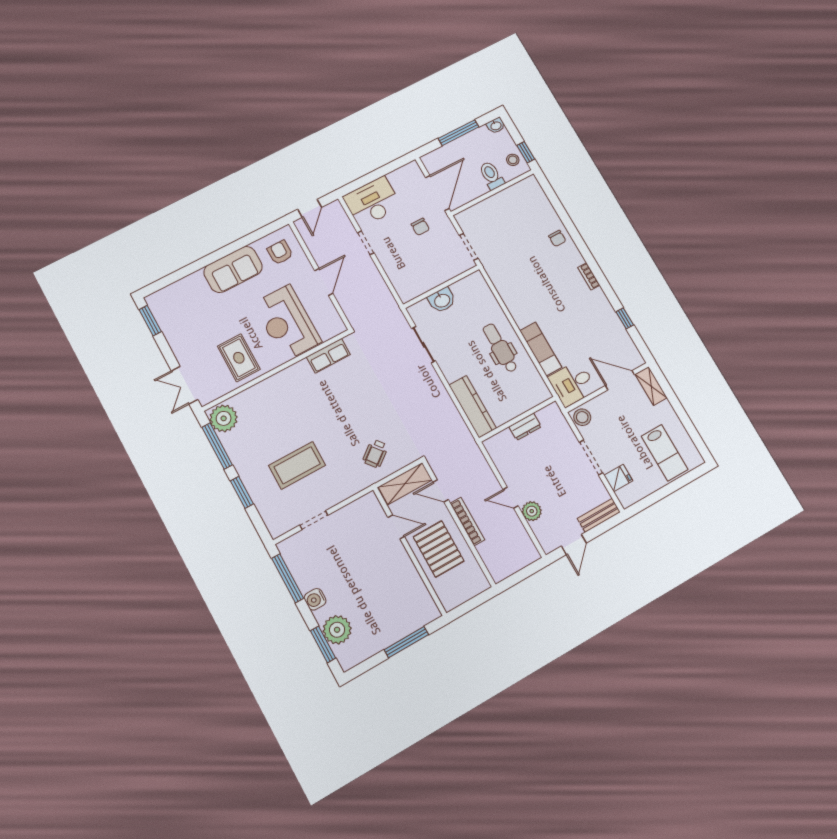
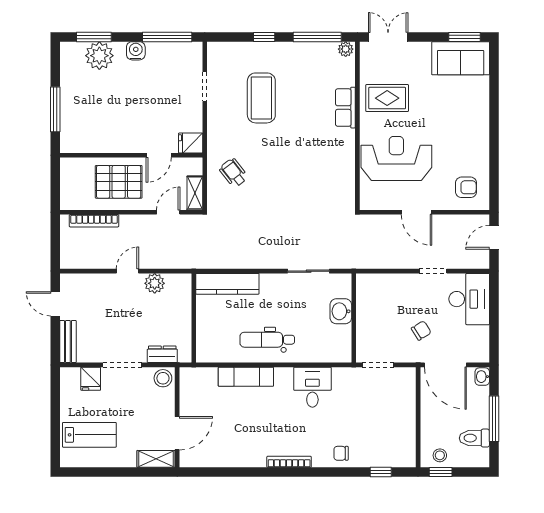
washbasin: (496, 126) -> (482, 377), moved
toilet: (491, 175) -> (474, 438), moved, turned 180
door: (310, 208) -> (494, 237), hinge flipped
chair: (420, 227) -> (421, 331), turned 148
sofa: (233, 269) -> (461, 58), moved, turned -90
bookcase: (589, 276) -> (289, 462), width x1.56
window: (625, 318) -> (381, 472), moved
dental chair: (500, 348) -> (267, 340), turned 180
row of seats: (328, 356) -> (345, 108), moved
desk: (572, 384) -> (312, 387), moved
plant: (224, 418) -> (346, 49), width x0.53, depth x0.53
dresser: (525, 427) -> (162, 354), moved, turned 90
lab bench: (665, 453) -> (89, 435), turned 180
shelving: (405, 483) -> (195, 193), width x0.67, depth x0.75
window: (242, 492) -> (264, 37), width x0.67
fridge: (370, 505) -> (191, 143), added
plant: (532, 511) -> (155, 283), moved
bookcase: (467, 521) -> (94, 221), moved

